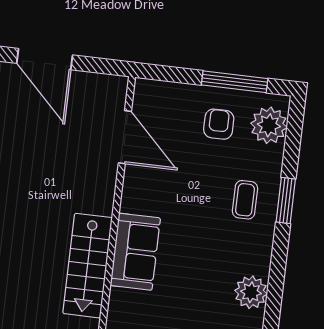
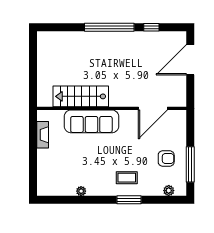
plant: (269, 125) -> (169, 191), width x0.53, depth x0.53
sofa: (135, 252) -> (91, 121), width x1.36
plant: (251, 292) -> (81, 191), width x0.53, depth x0.53

